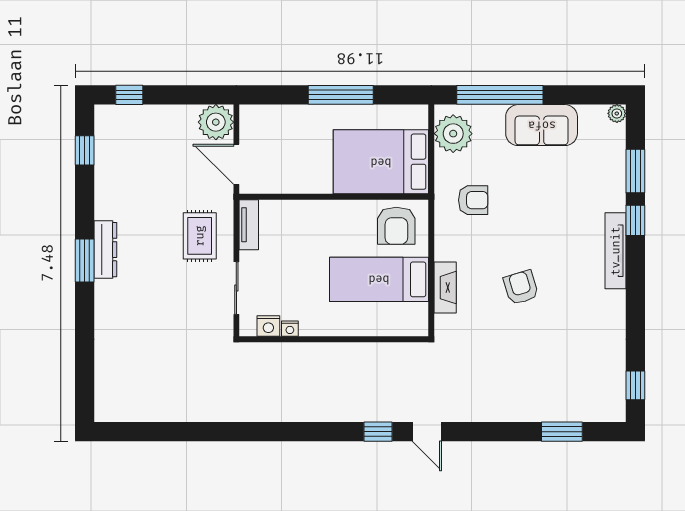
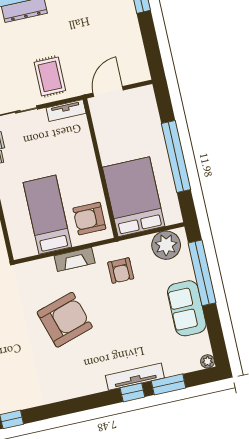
window: (341, 95) -> (176, 156), width x1.46
plant: (216, 122) -> (136, 70), removed
rug: (200, 236) -> (50, 76), turned 90
tv unit: (616, 251) -> (135, 377), moved
armchair: (521, 287) -> (65, 320), width x1.88, depth x1.88
fireplace: (445, 288) -> (75, 259), moved

